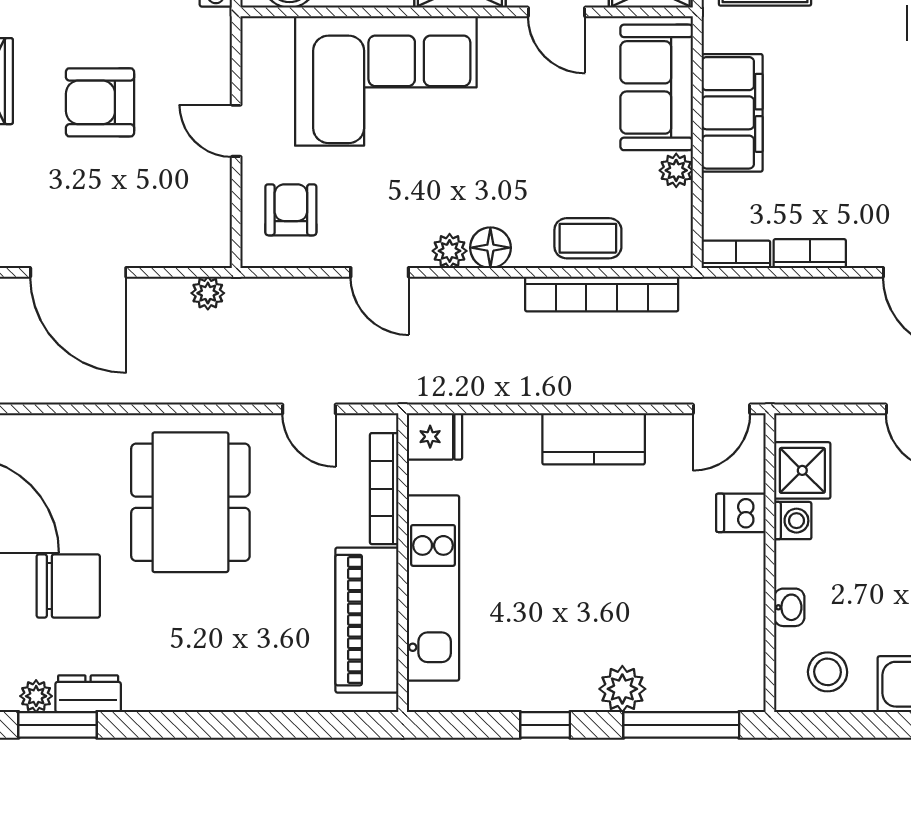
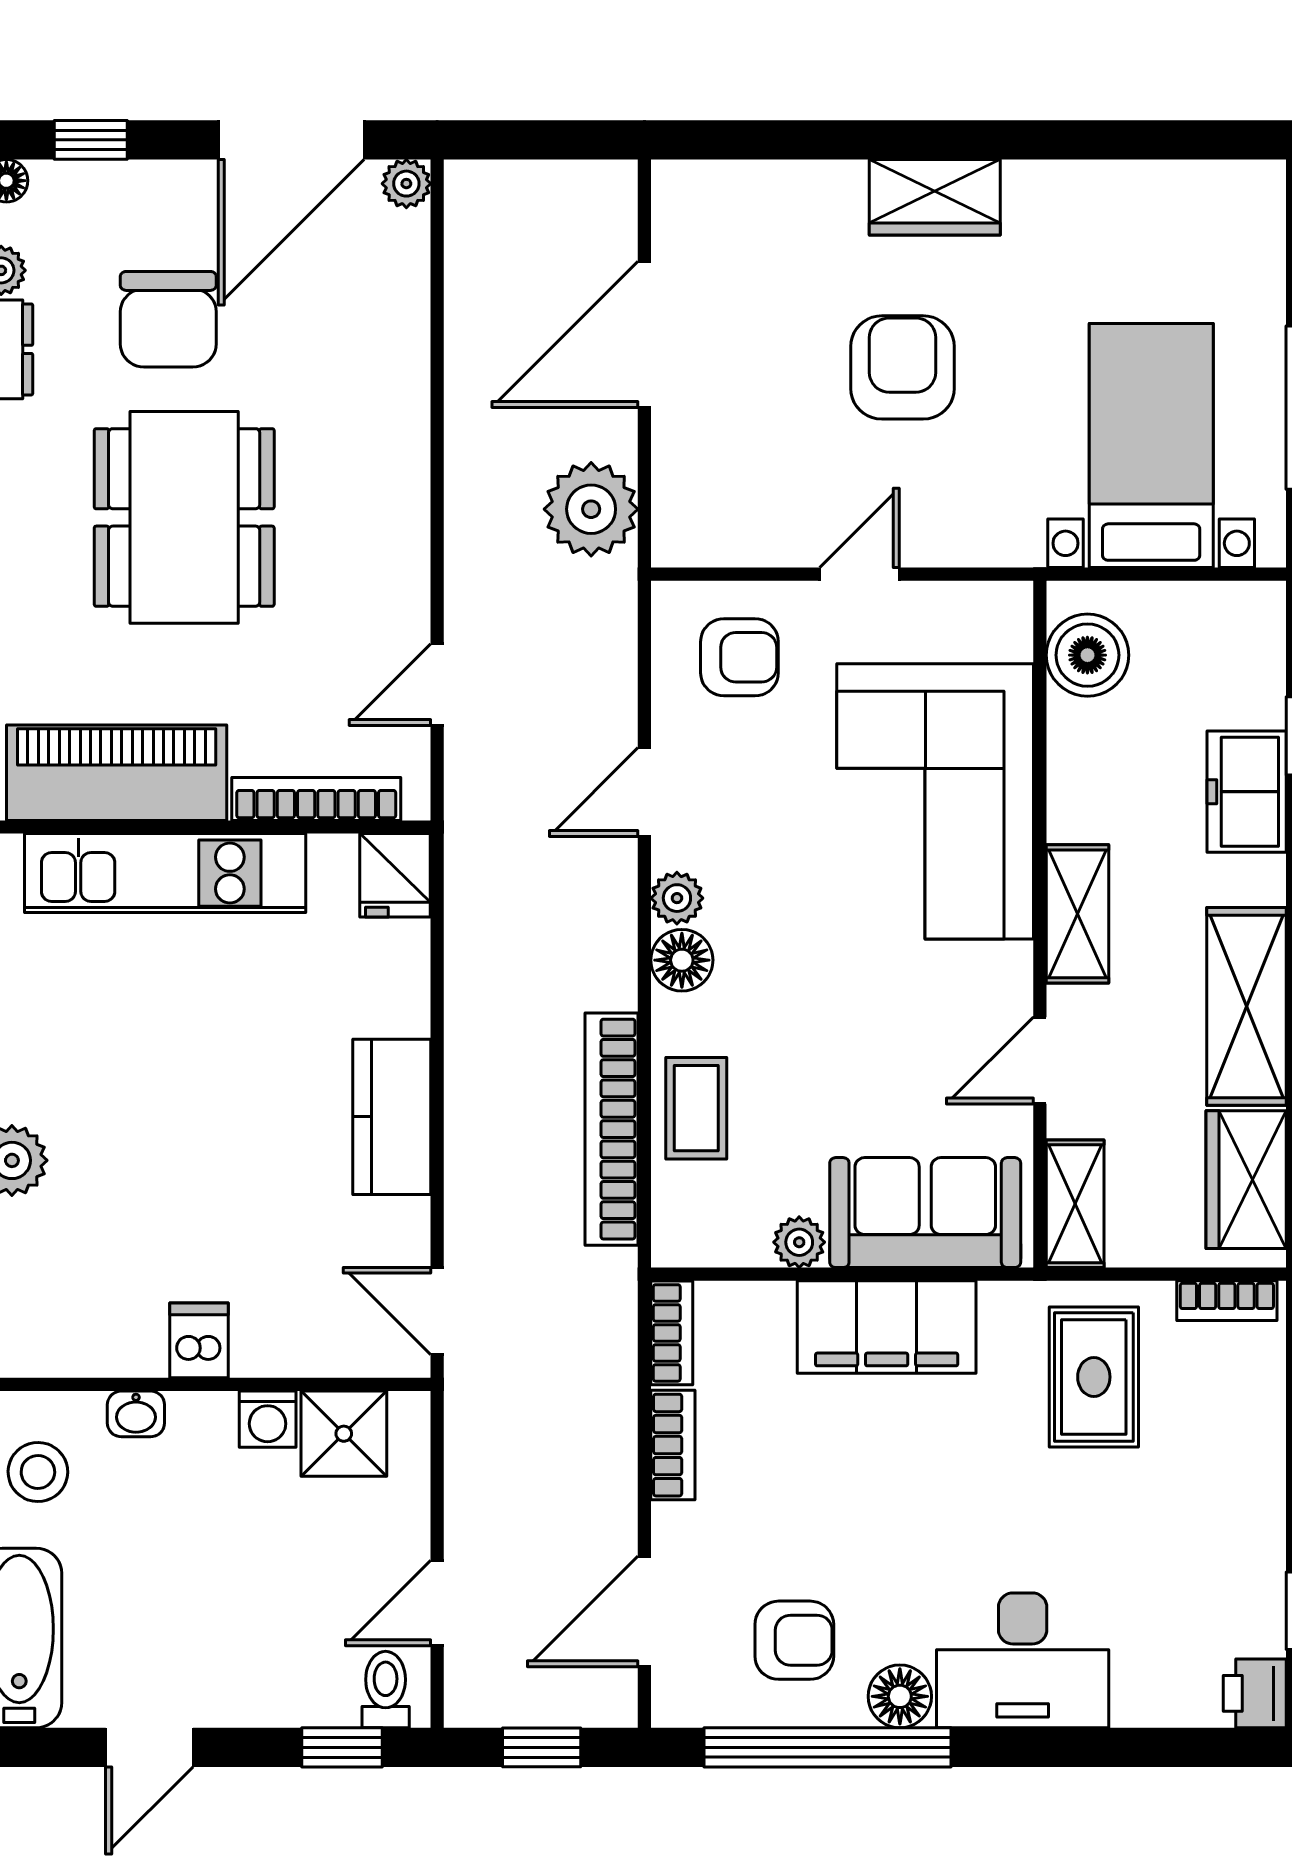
plant: (208, 293) -> (591, 509), width x1.87, depth x1.87
dining table: (190, 502) -> (184, 517), moved, turned 90
dishwasher: (741, 513) -> (199, 1340), moved

